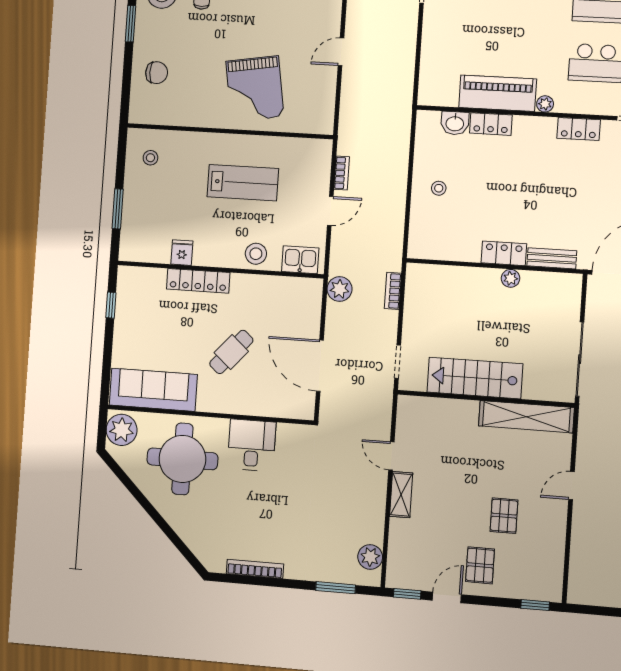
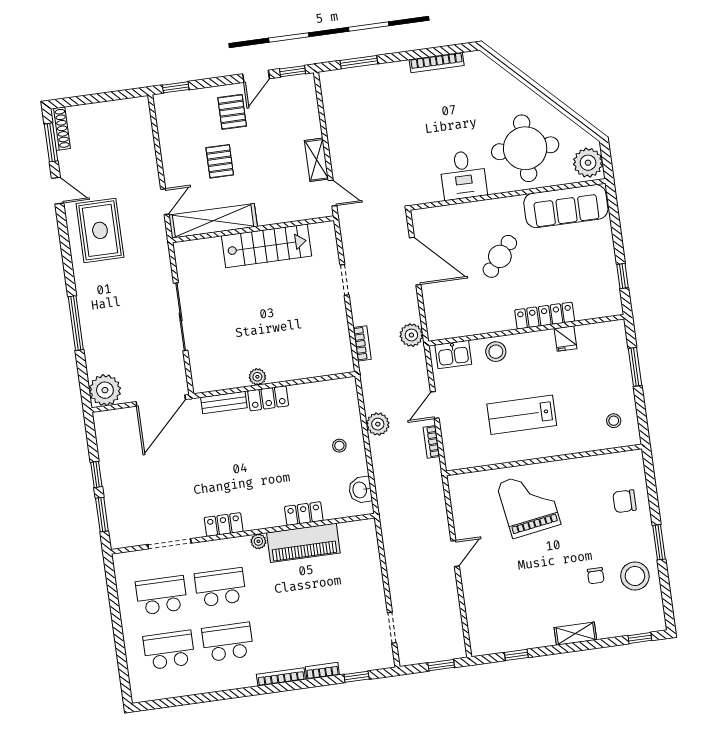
washbasin: (455, 123) -> (360, 490), moved, turned -90
stairs: (475, 378) -> (267, 246), moved
wall: (486, 399) -> (253, 229), moved
shelving: (526, 417) -> (213, 221), moved
plant: (370, 557) -> (378, 424), moved

